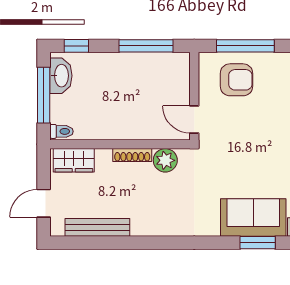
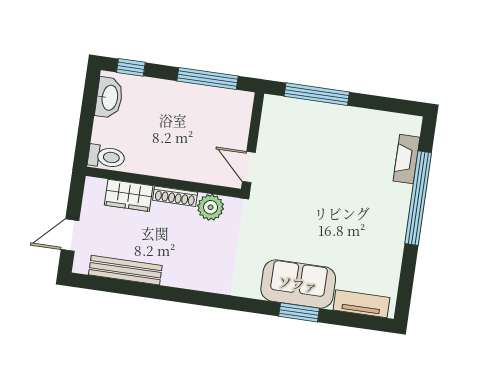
armchair: (237, 80) -> (302, 130), removed
window: (44, 95) -> (87, 116), removed
toilet: (61, 131) -> (106, 157), width x1.37, depth x1.39
wardrobe: (74, 160) -> (129, 195), moved

